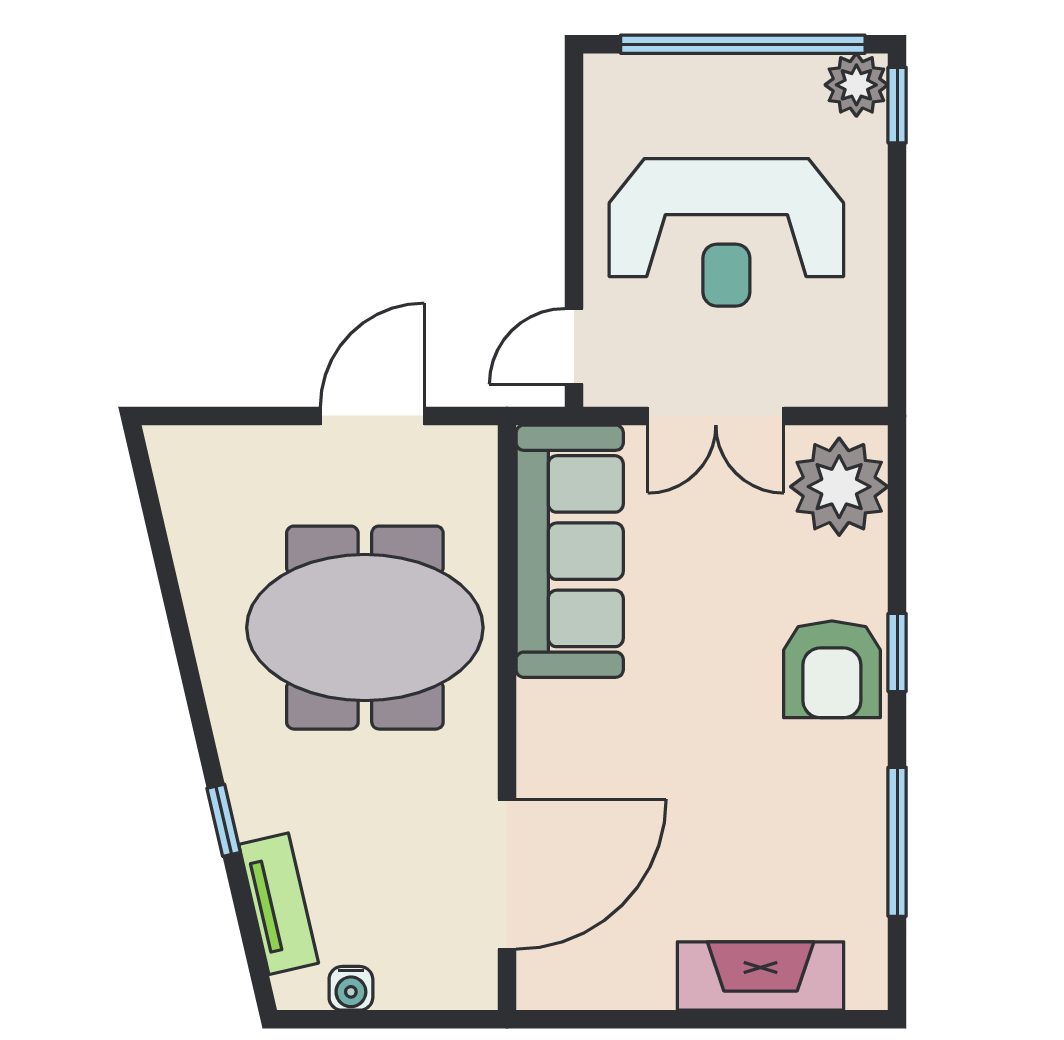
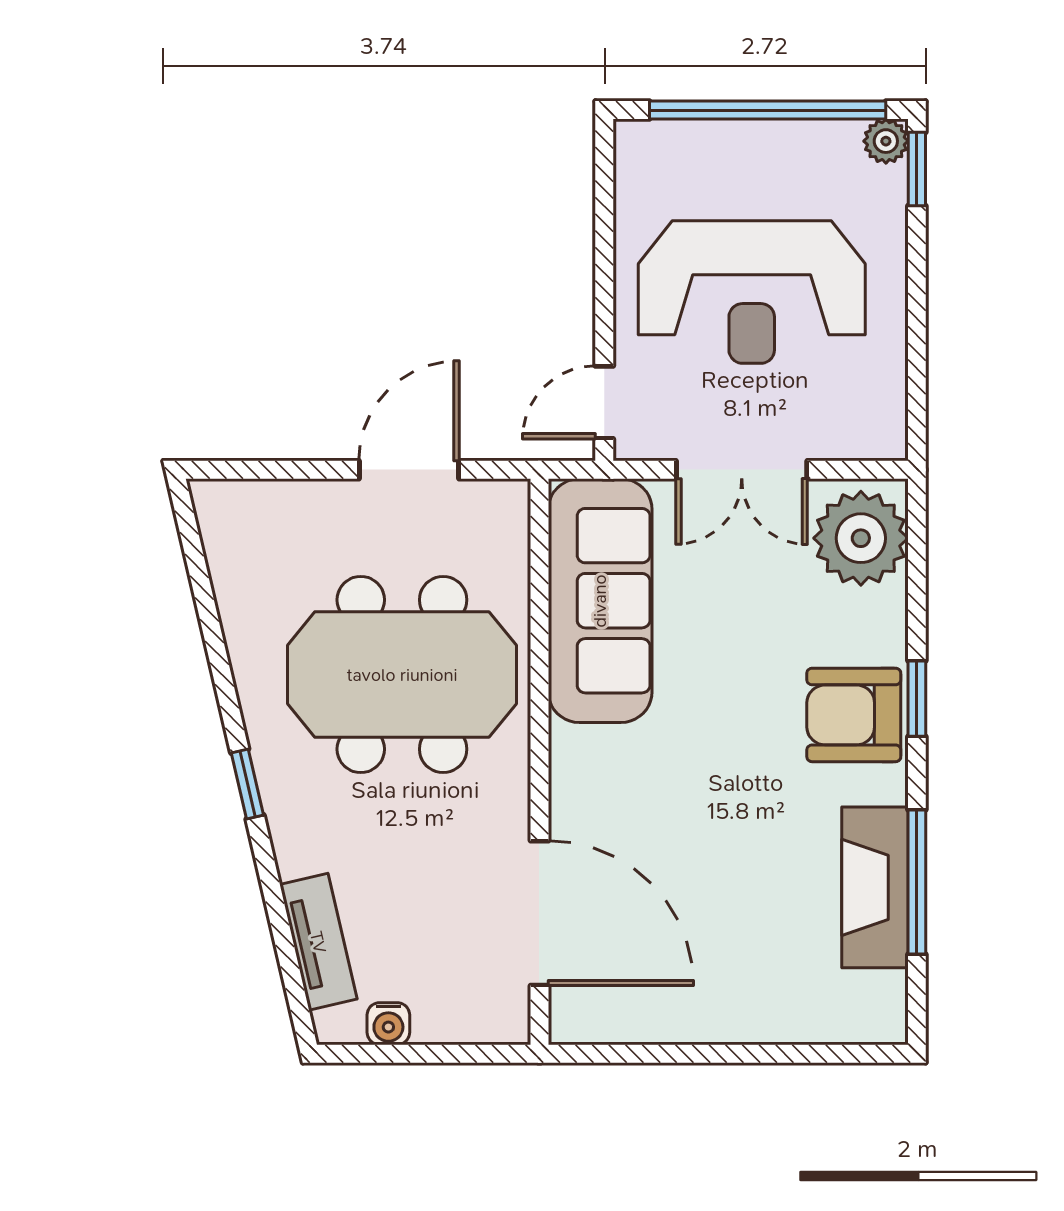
plant: (856, 85) -> (886, 141), width x0.73, depth x0.73
armchair: (832, 669) -> (854, 715), turned 90
window: (224, 820) -> (247, 784), moved
door: (507, 874) -> (539, 913), hinge flipped
fireplace: (761, 976) -> (875, 887), moved, turned -90

